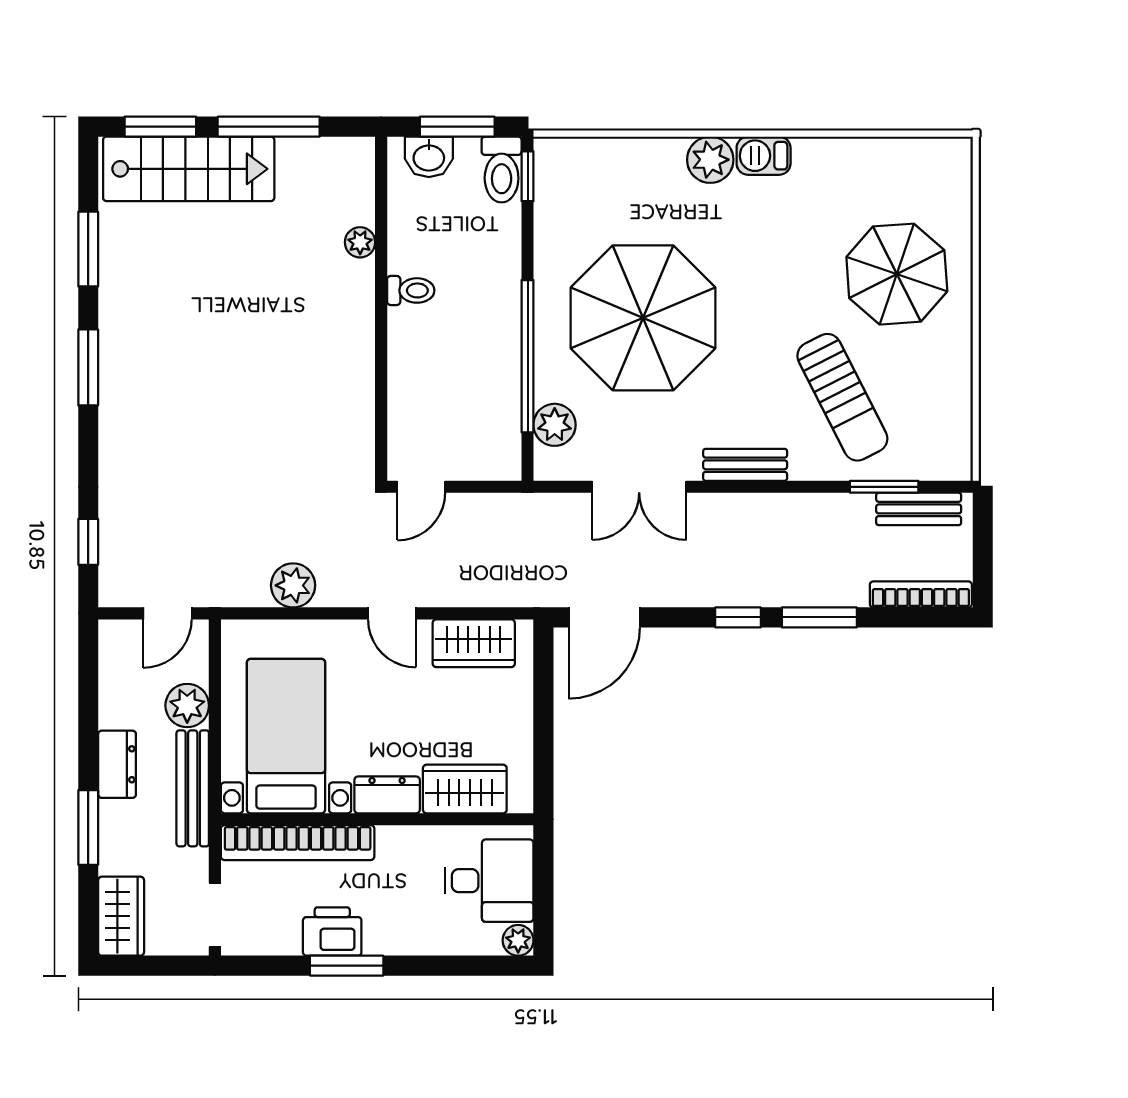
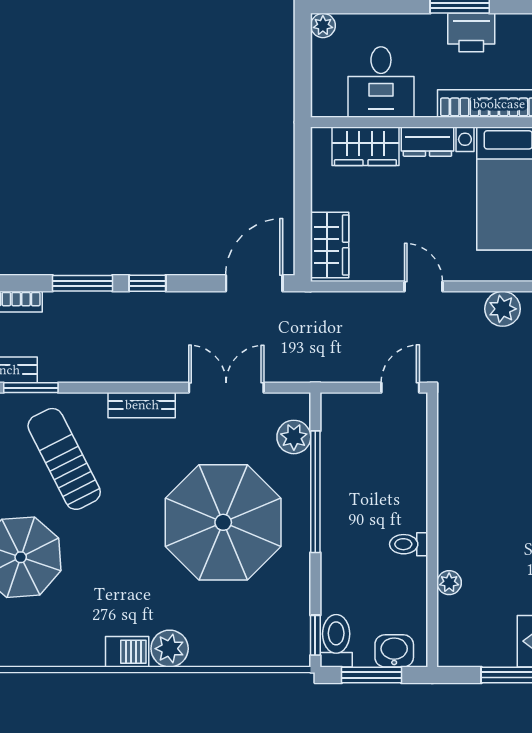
wardrobe: (474, 643) -> (330, 245), moved, turned 90
desk: (489, 881) -> (381, 82), moved, turned -90

